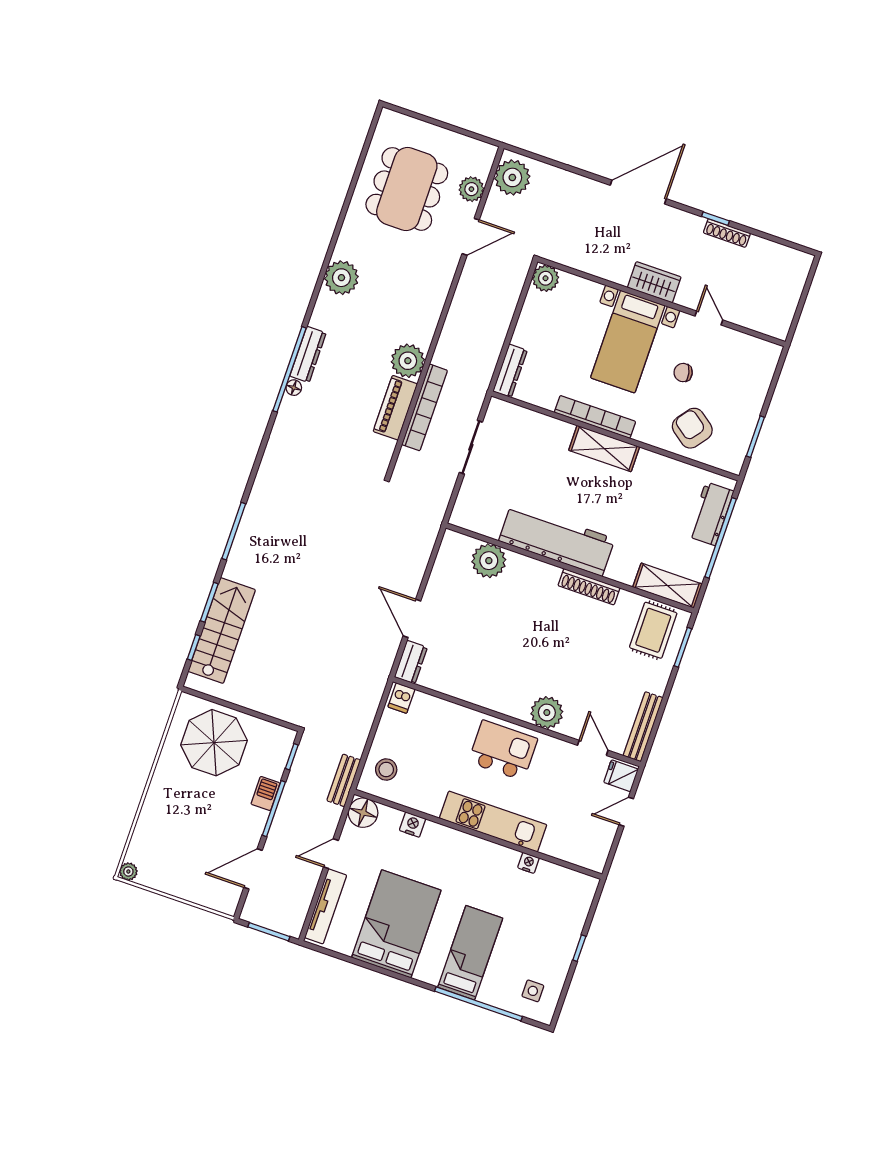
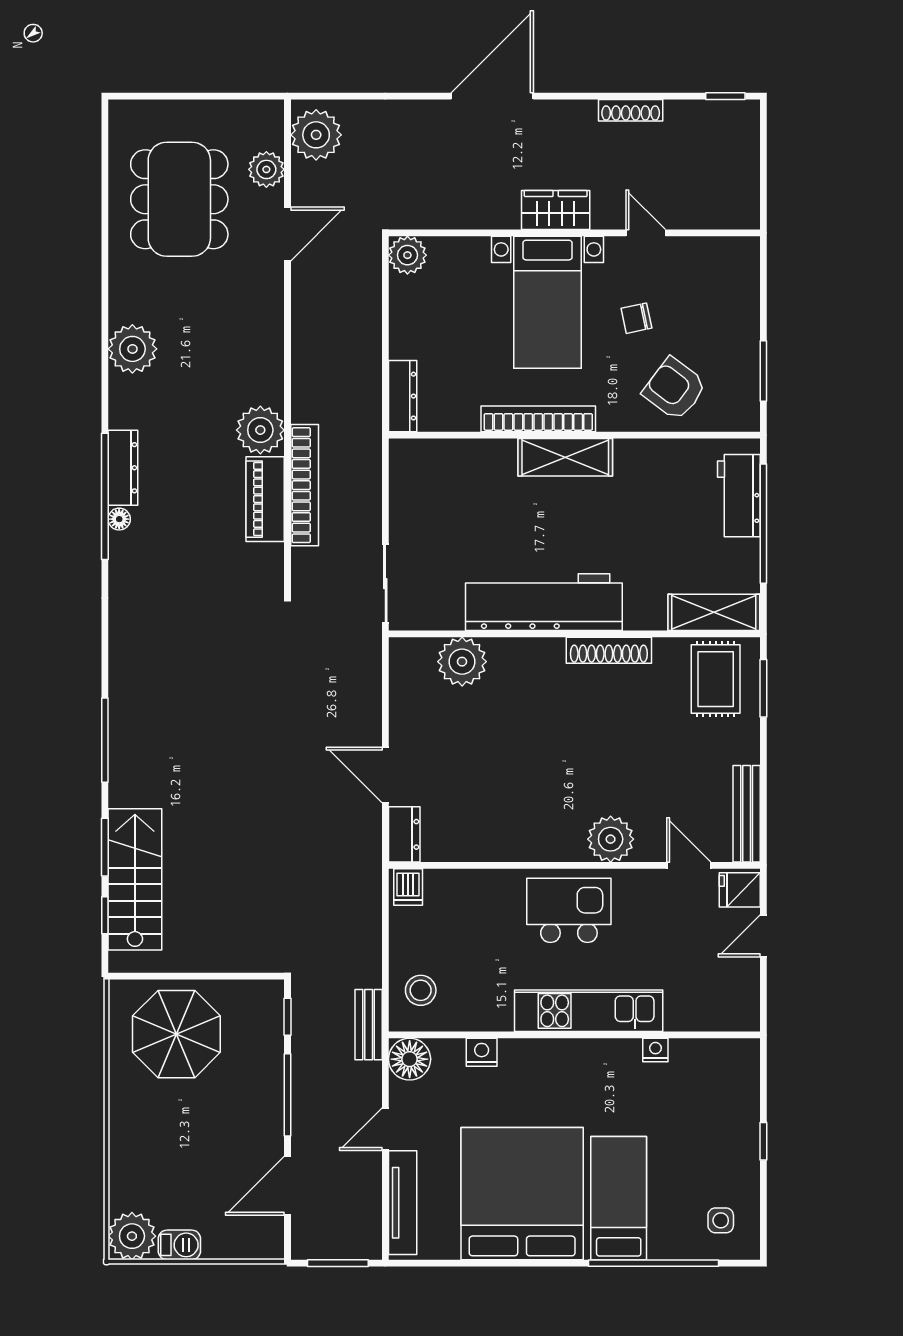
window: (716, 219) -> (725, 96), moved
sliding door: (471, 447) -> (385, 584), moved
barbecue: (265, 794) -> (179, 1245), moved, turned 90
plant: (128, 872) -> (132, 1236), width x1.88, depth x1.88
bed: (396, 924) -> (522, 1194), width x1.36

